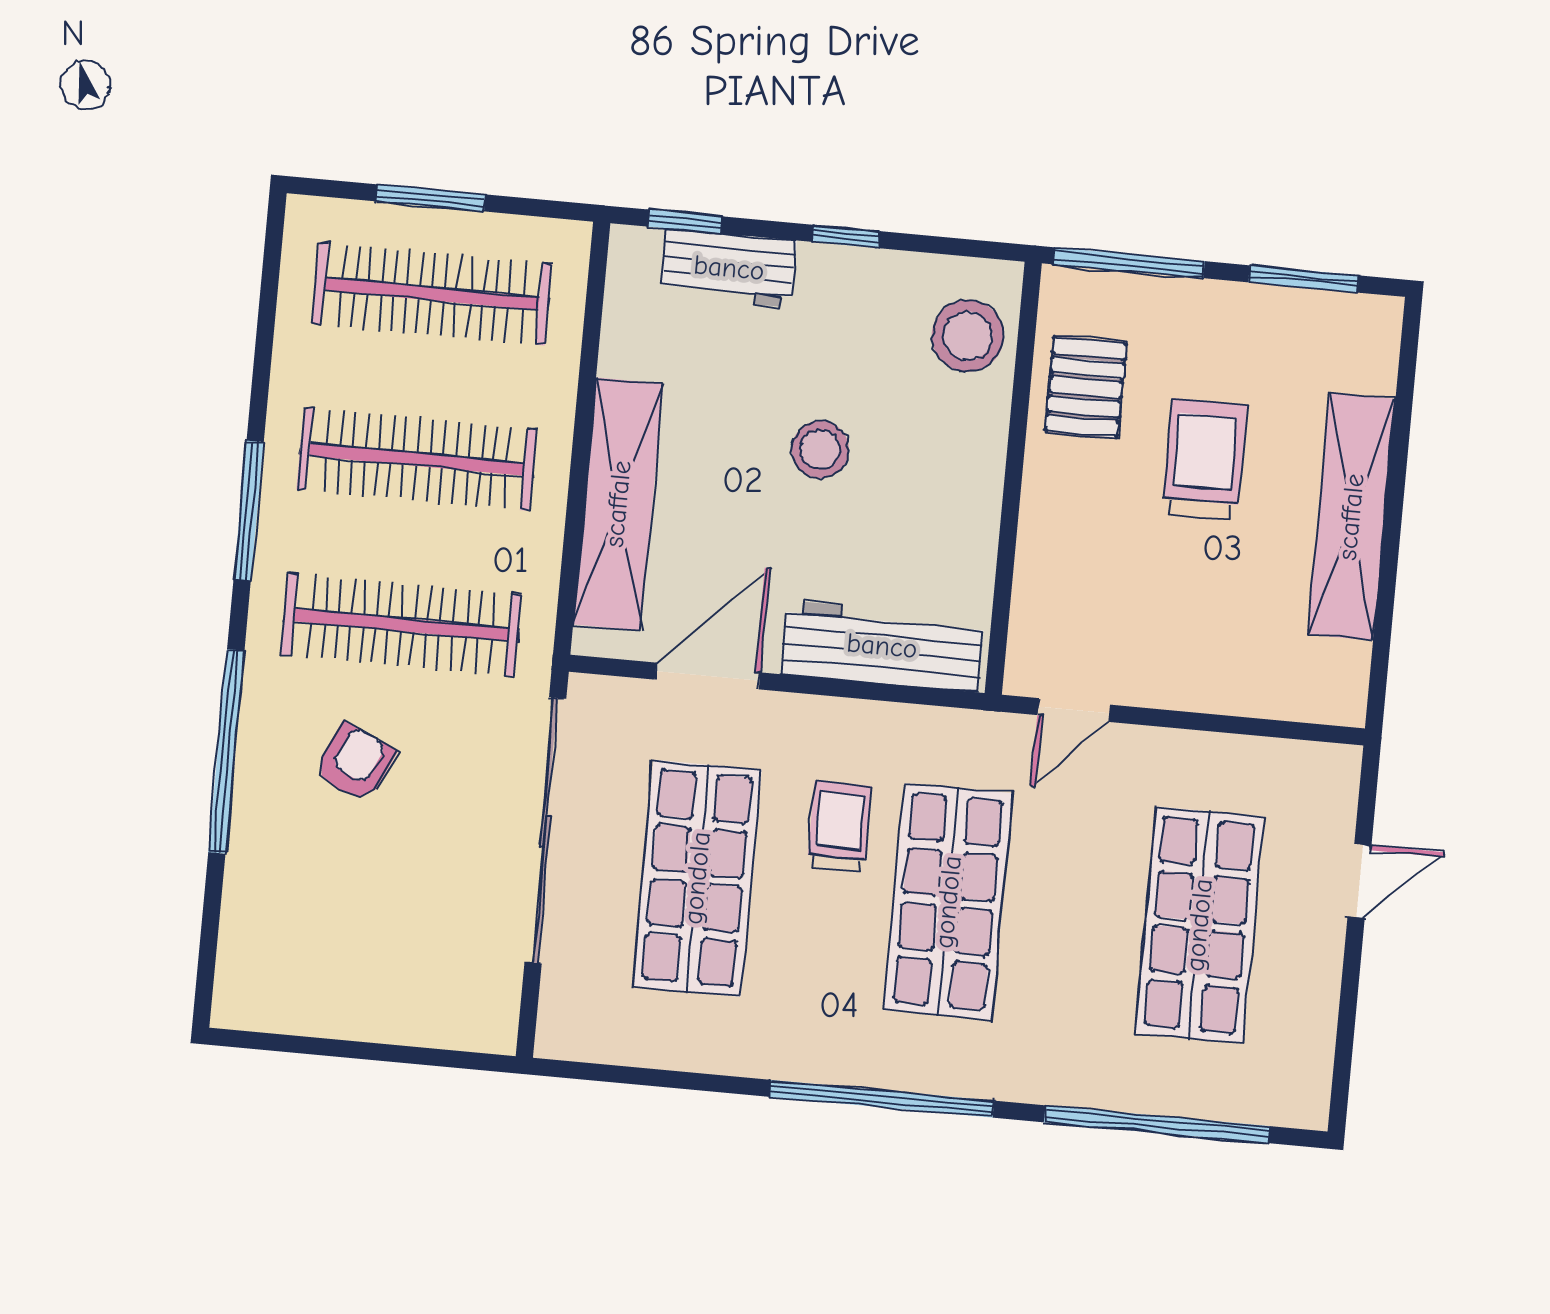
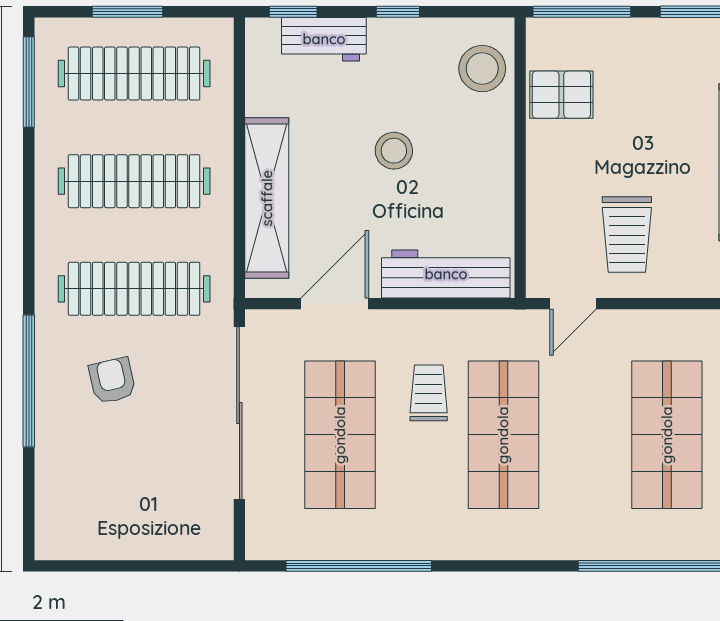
pallet: (1086, 387) -> (561, 95), turned 90
trolley: (1204, 460) -> (627, 234), moved, turned 180
window: (249, 511) -> (29, 82), moved
armchair: (355, 763) -> (112, 381), turned -38
window: (882, 1099) -> (359, 566), moved

